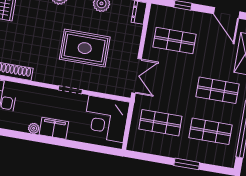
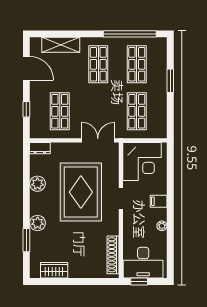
door: (227, 13) -> (26, 68), hinge flipped
rug: (85, 48) -> (81, 192), width x1.37, depth x1.44
filing cabinet: (54, 128) -> (159, 201), width x0.50

